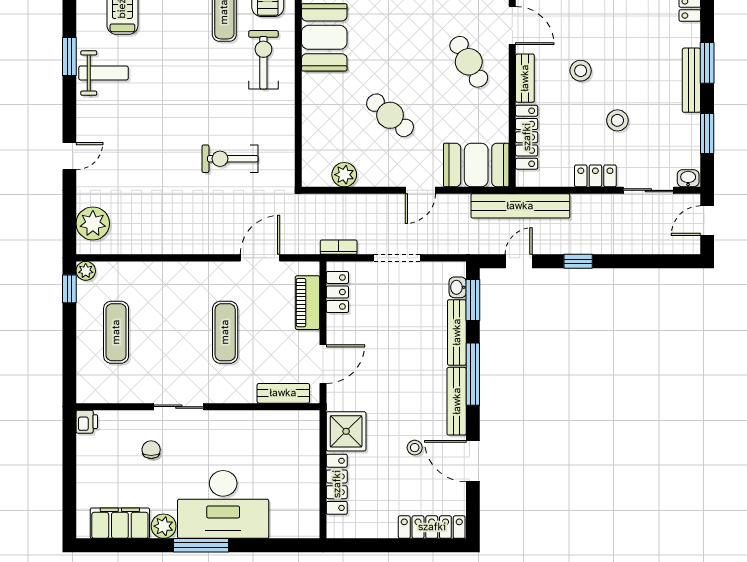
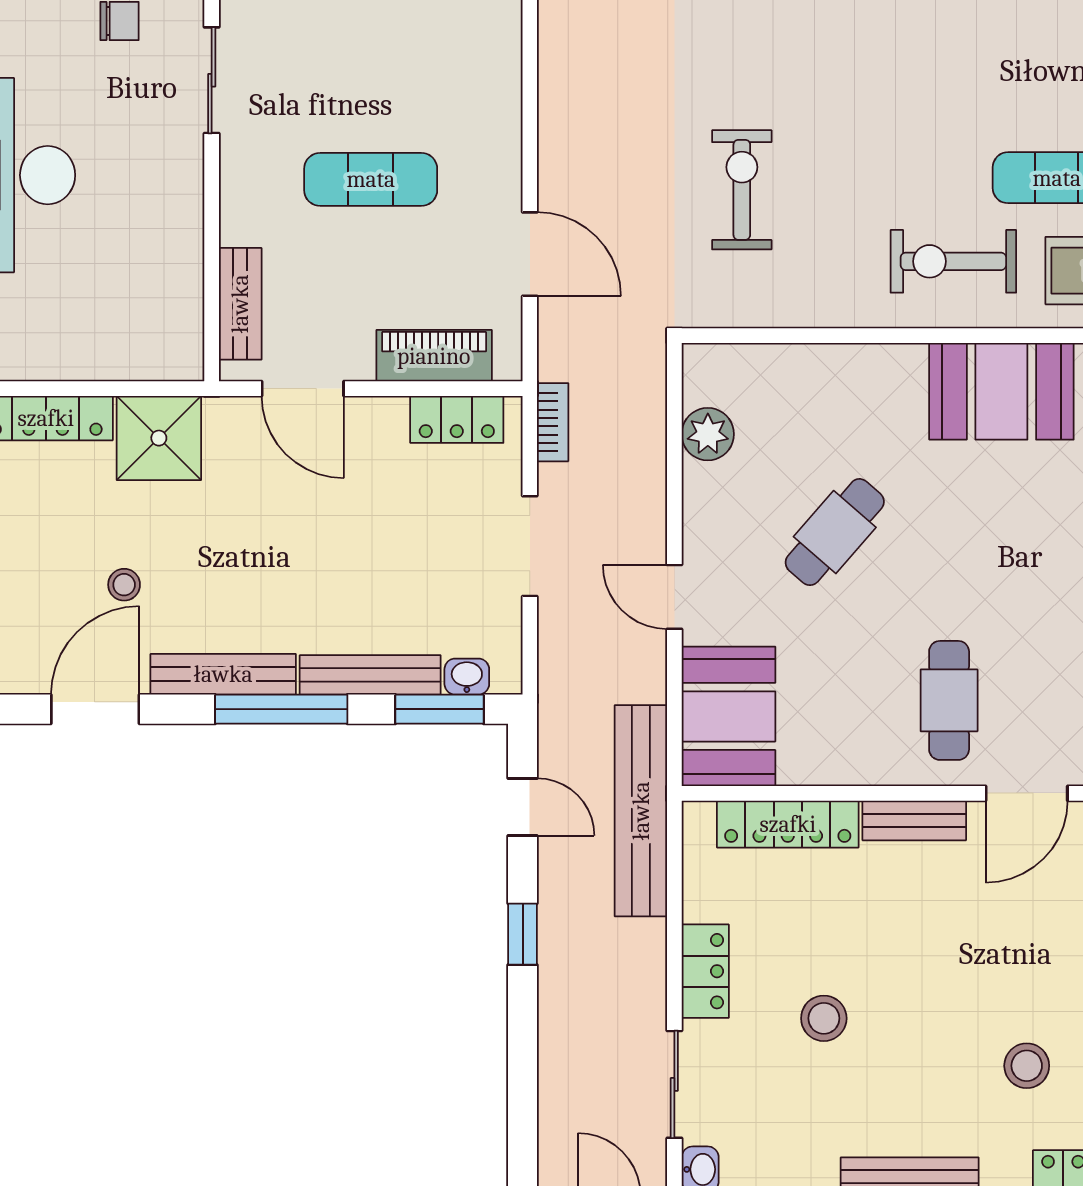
exercise bike: (263, 60) -> (953, 261), turned 180
cafe table: (469, 62) -> (949, 700), turned -60
stool: (581, 71) -> (1027, 1066), moved

